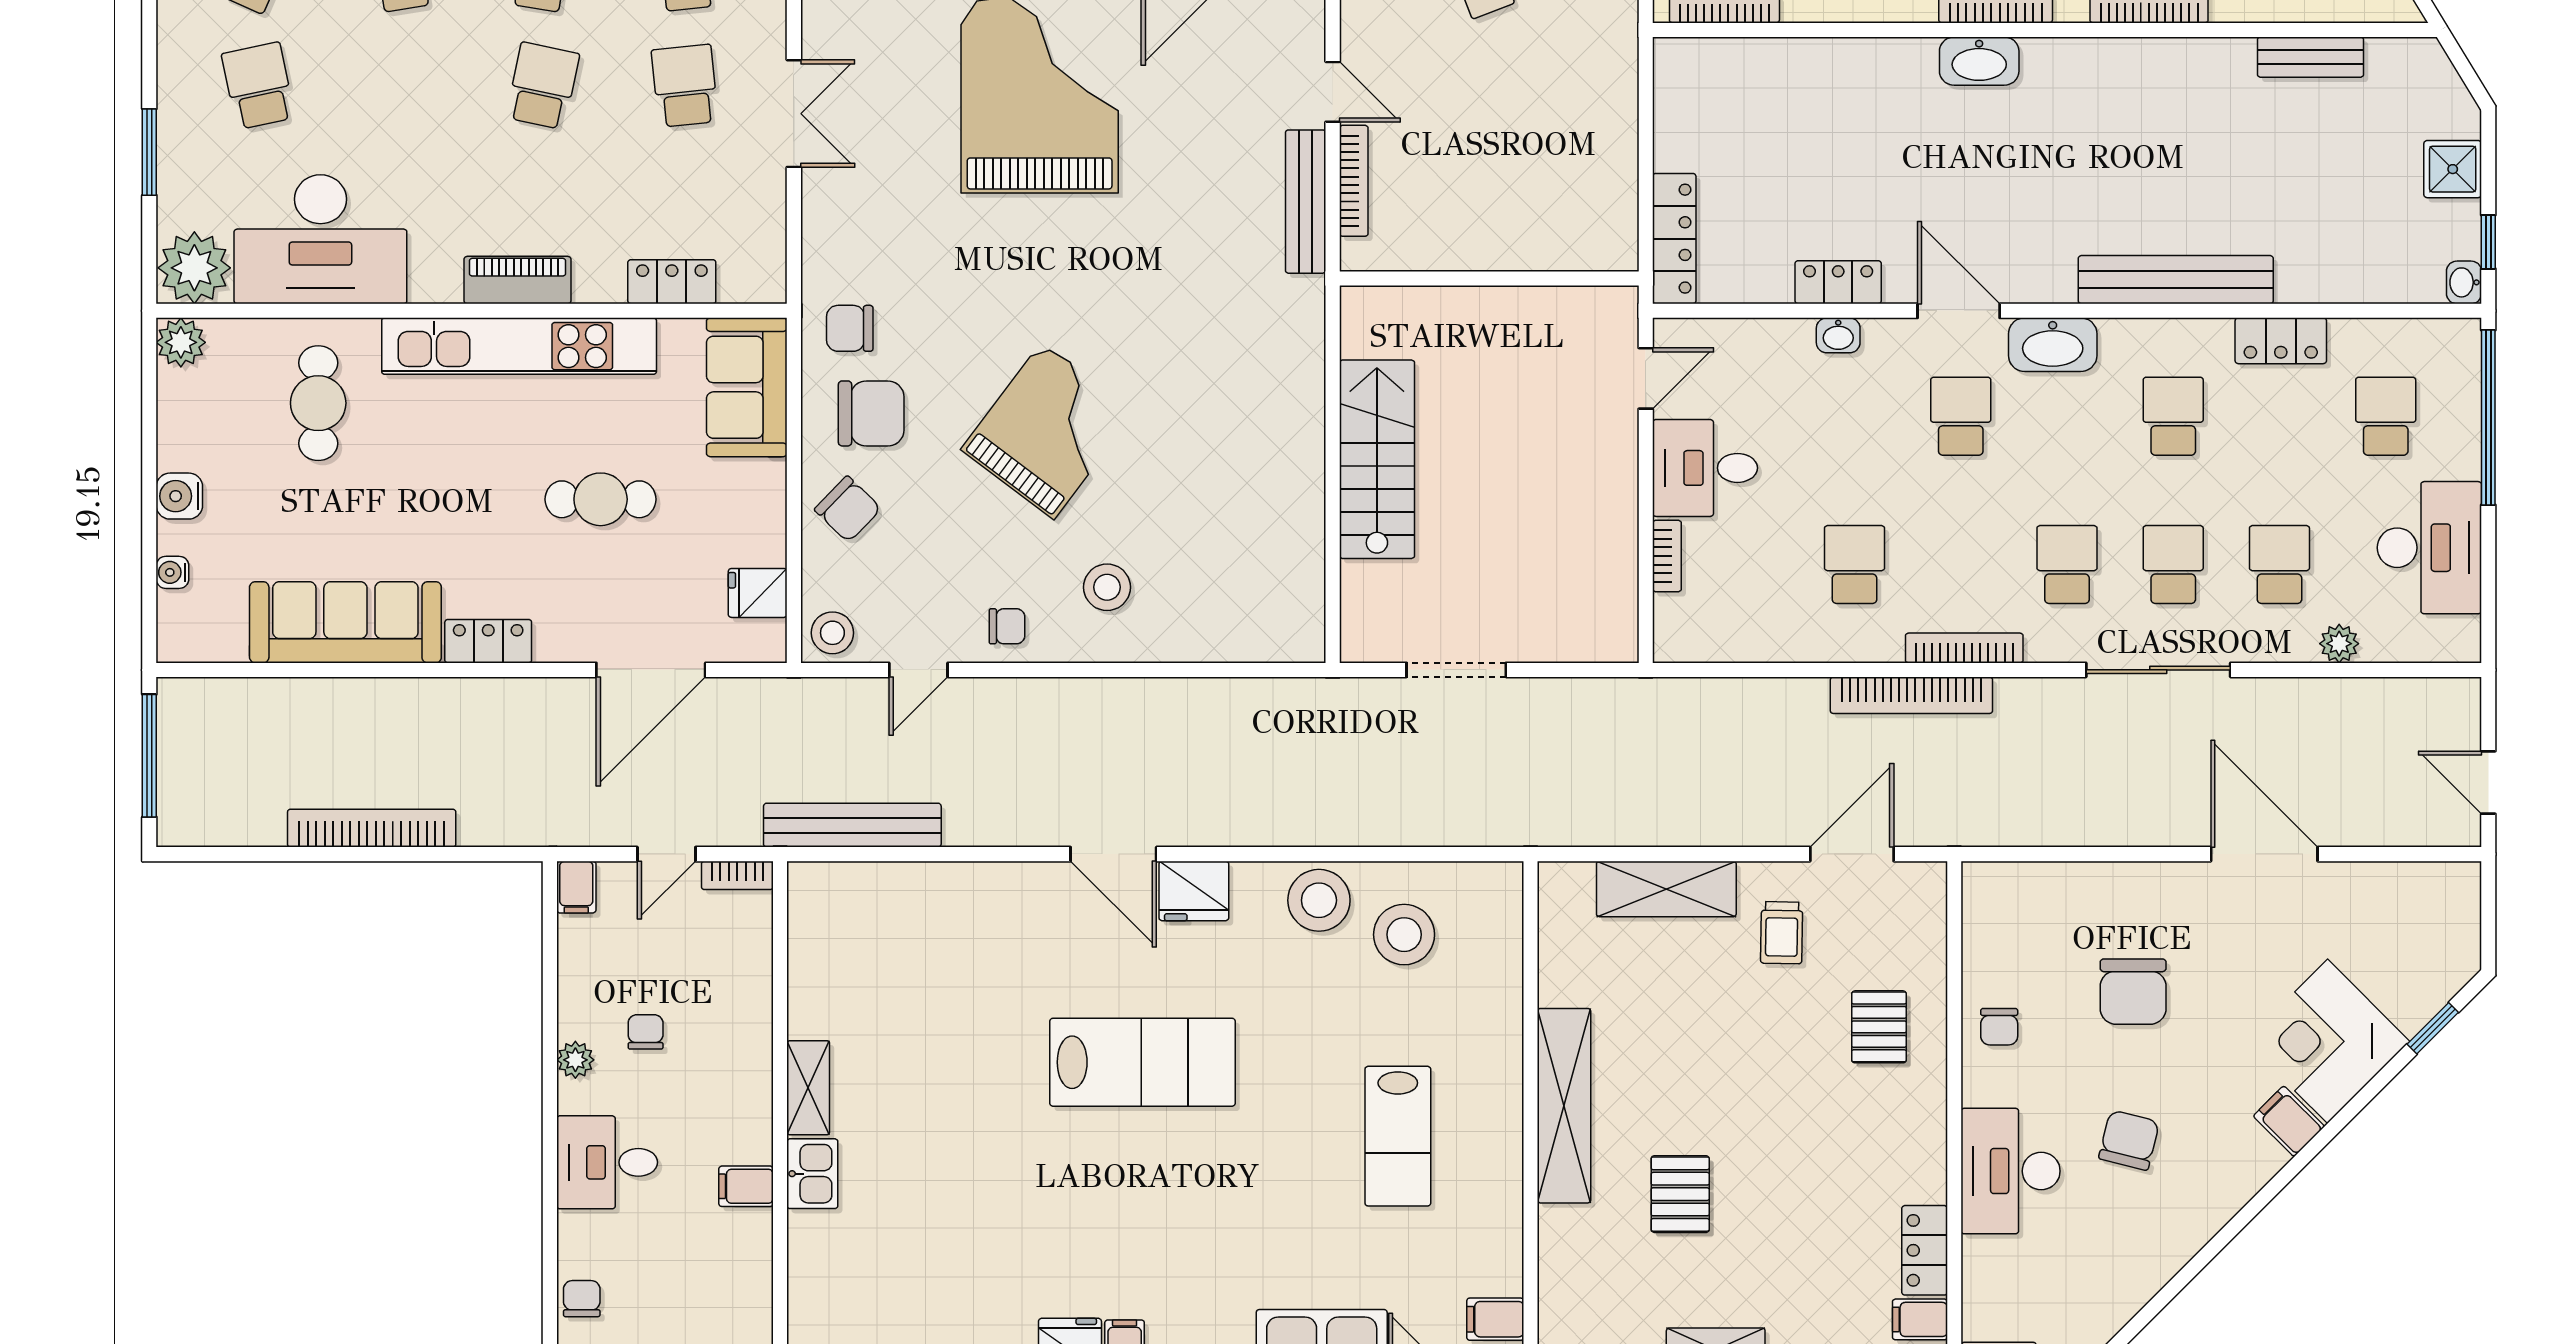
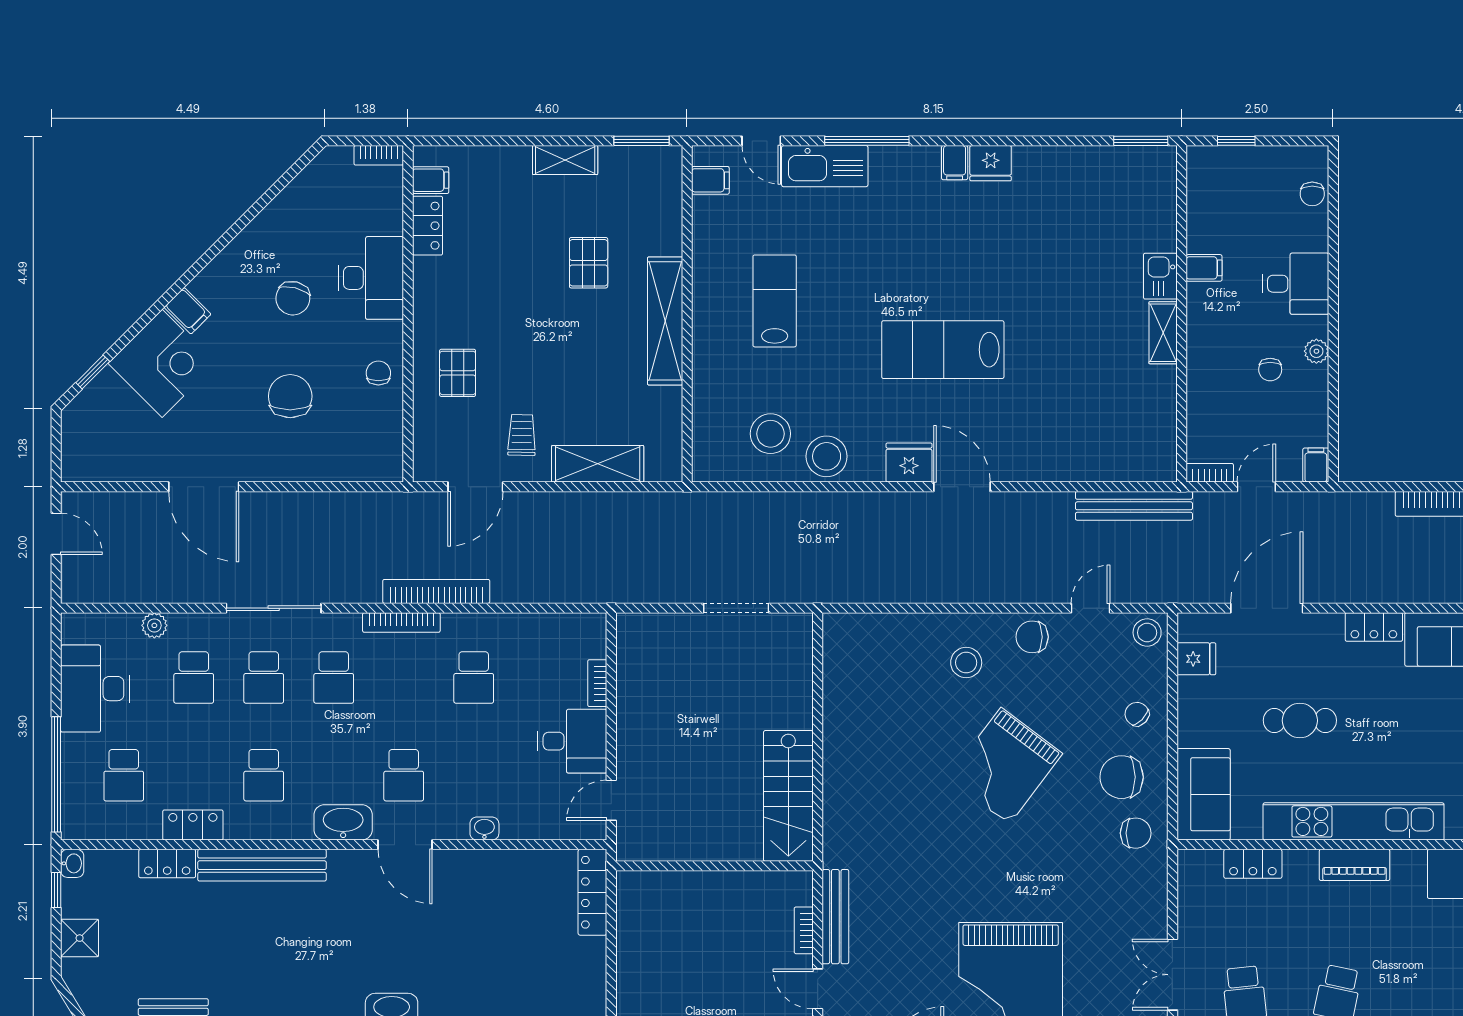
bookcase: (1354, 181) -> (804, 930), width x0.64
locker: (1838, 282) -> (167, 864), moved
stairs: (1377, 459) -> (788, 796), moved
chair: (848, 509) -> (1137, 714), width x0.73, depth x0.73
chair: (1007, 626) -> (1032, 637), width x1.37, depth x1.37

